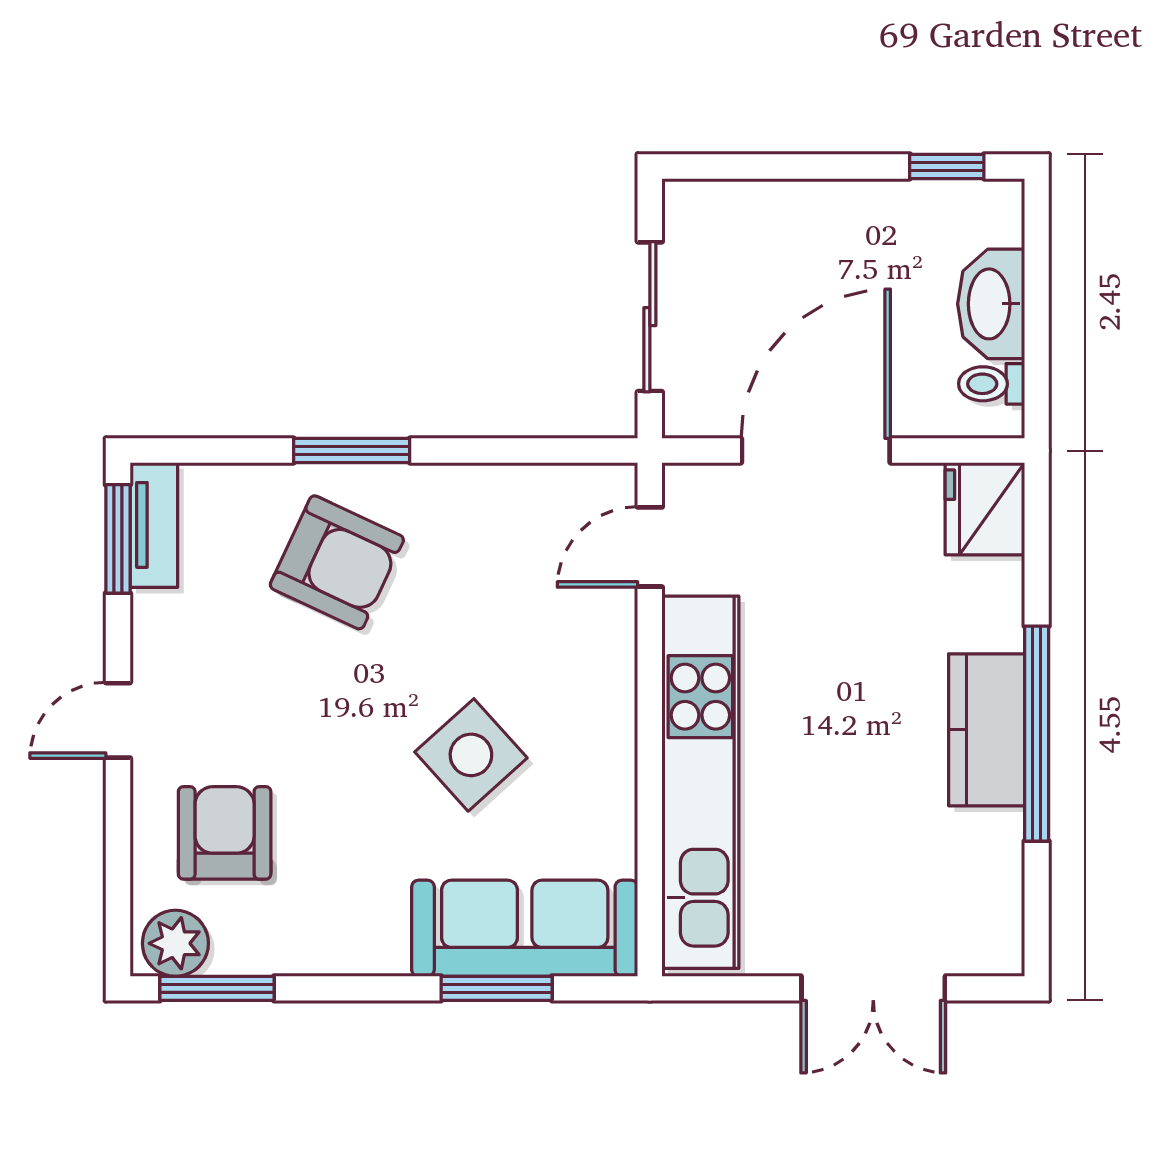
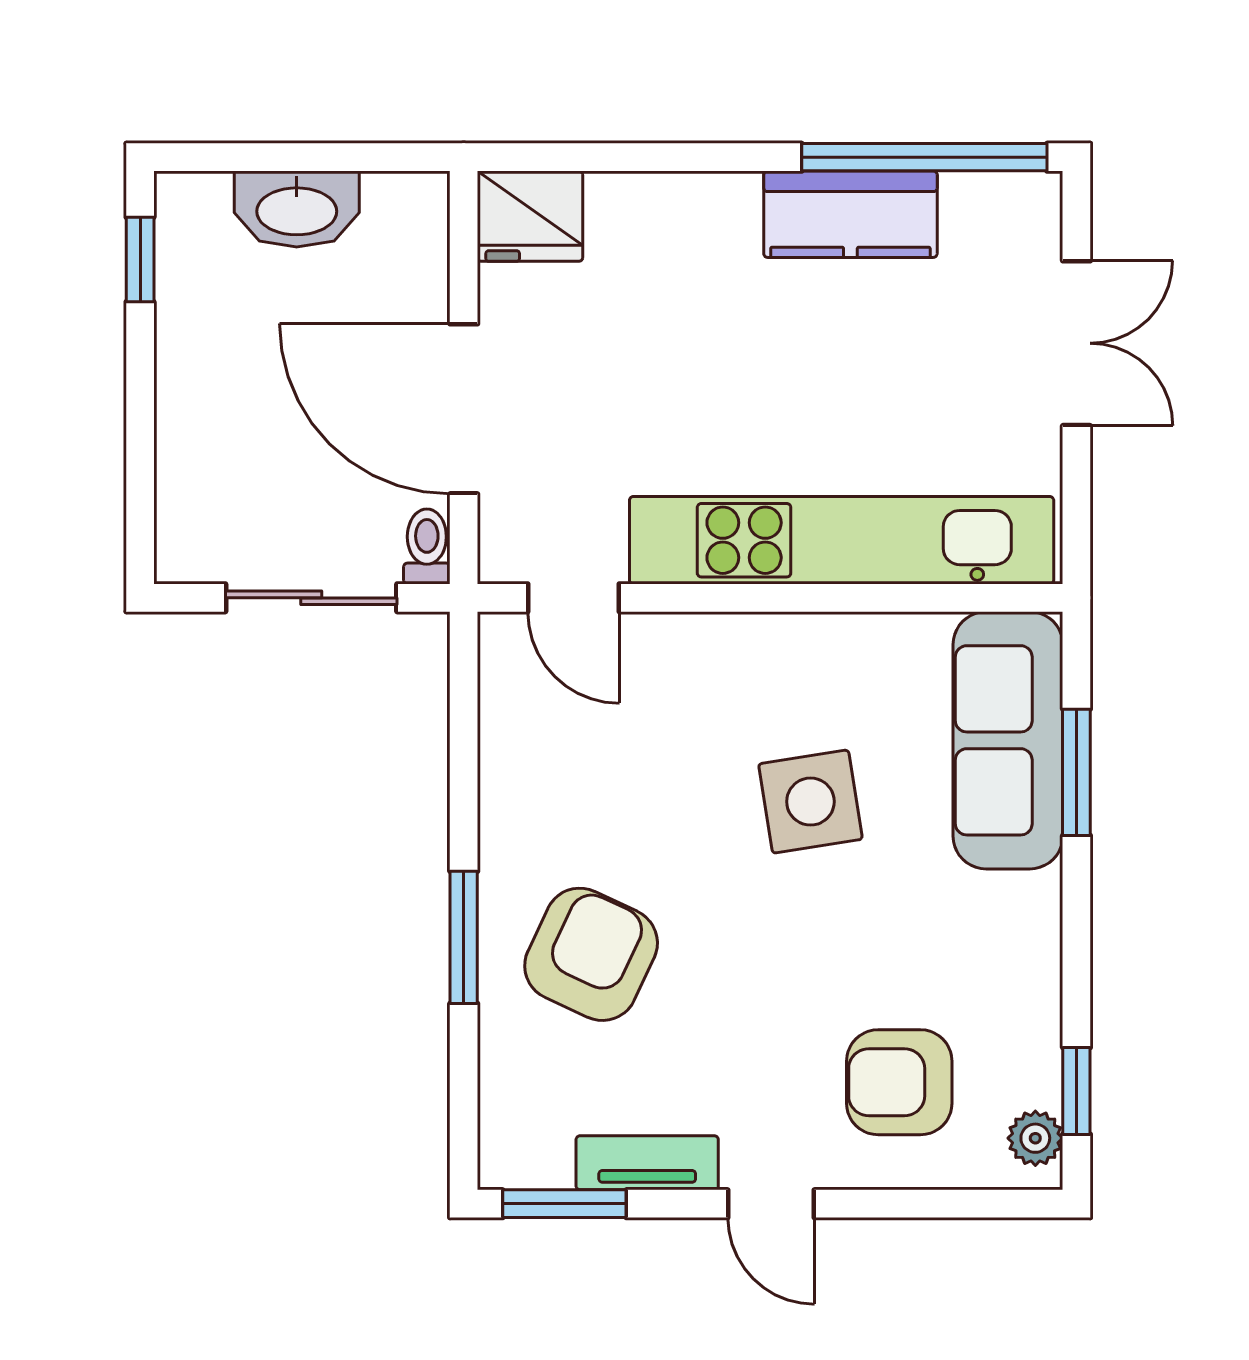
toilet: (992, 384) -> (427, 546), moved, turned 180
tv unit: (154, 525) -> (647, 1163), moved
kitchen counter: (987, 730) -> (850, 214), moved
window: (1037, 734) -> (924, 157), moved
side table: (471, 755) -> (810, 802), turned 33
plant: (175, 943) -> (1035, 1138), width x0.73, depth x0.73
window: (217, 988) -> (1076, 1091), width x0.67

